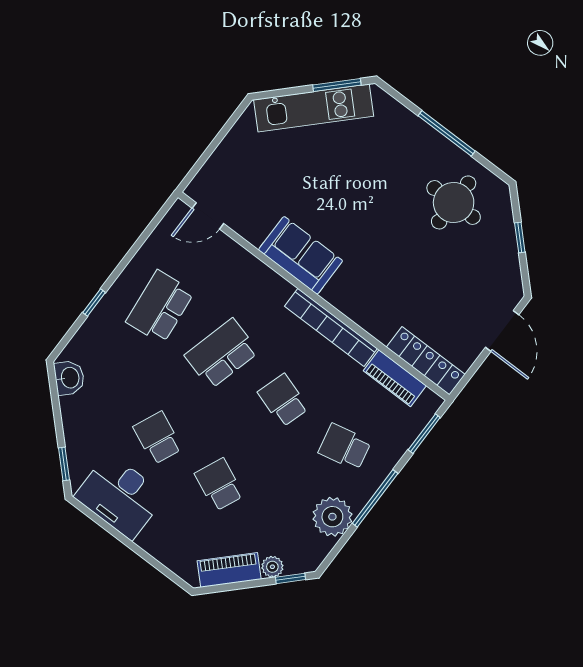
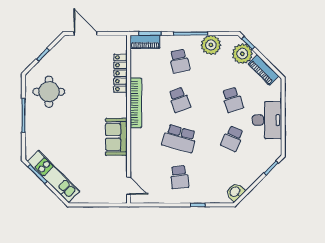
school desk: (160, 307) -> (179, 177), width x0.54
door: (502, 331) -> (85, 33), hinge flipped
locker: (426, 361) -> (120, 73), moved
piano: (395, 378) -> (145, 42), moved, turned 90
school desk: (283, 400) -> (179, 100), turned -39
school desk: (219, 485) -> (232, 100), turned -42
desk: (120, 496) -> (267, 120), moved
plant: (272, 567) -> (242, 54), width x1.88, depth x1.88

